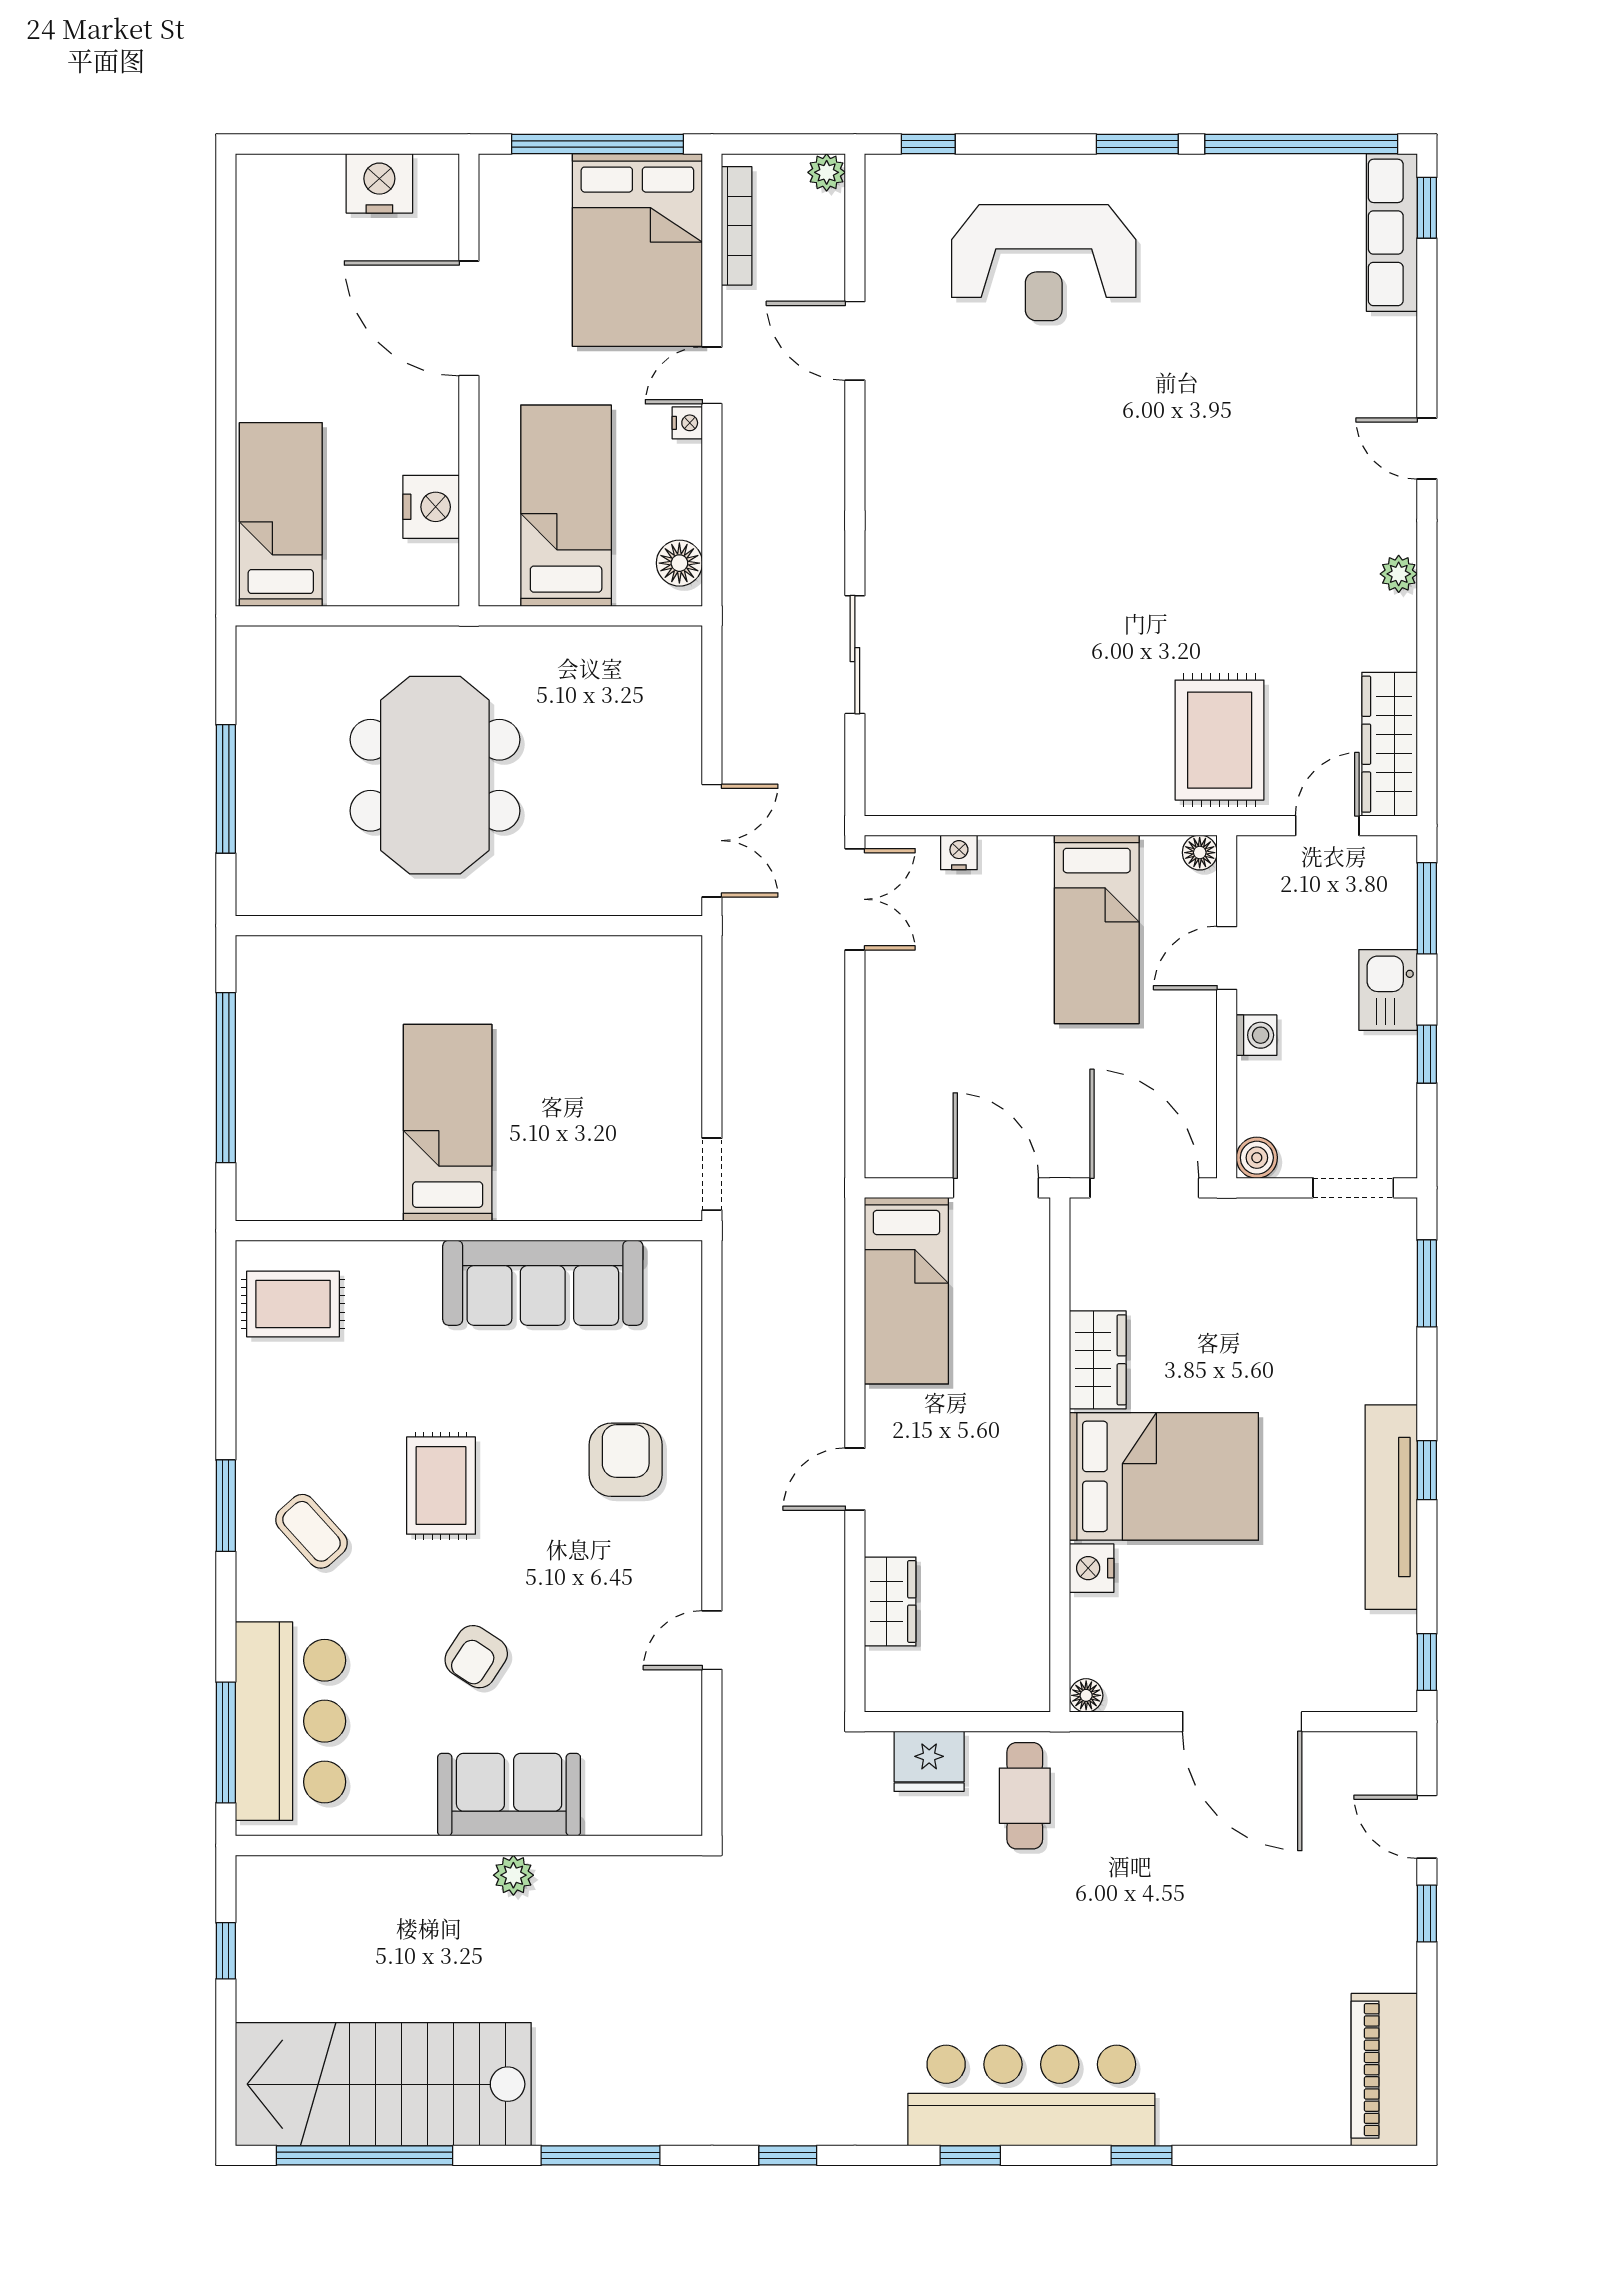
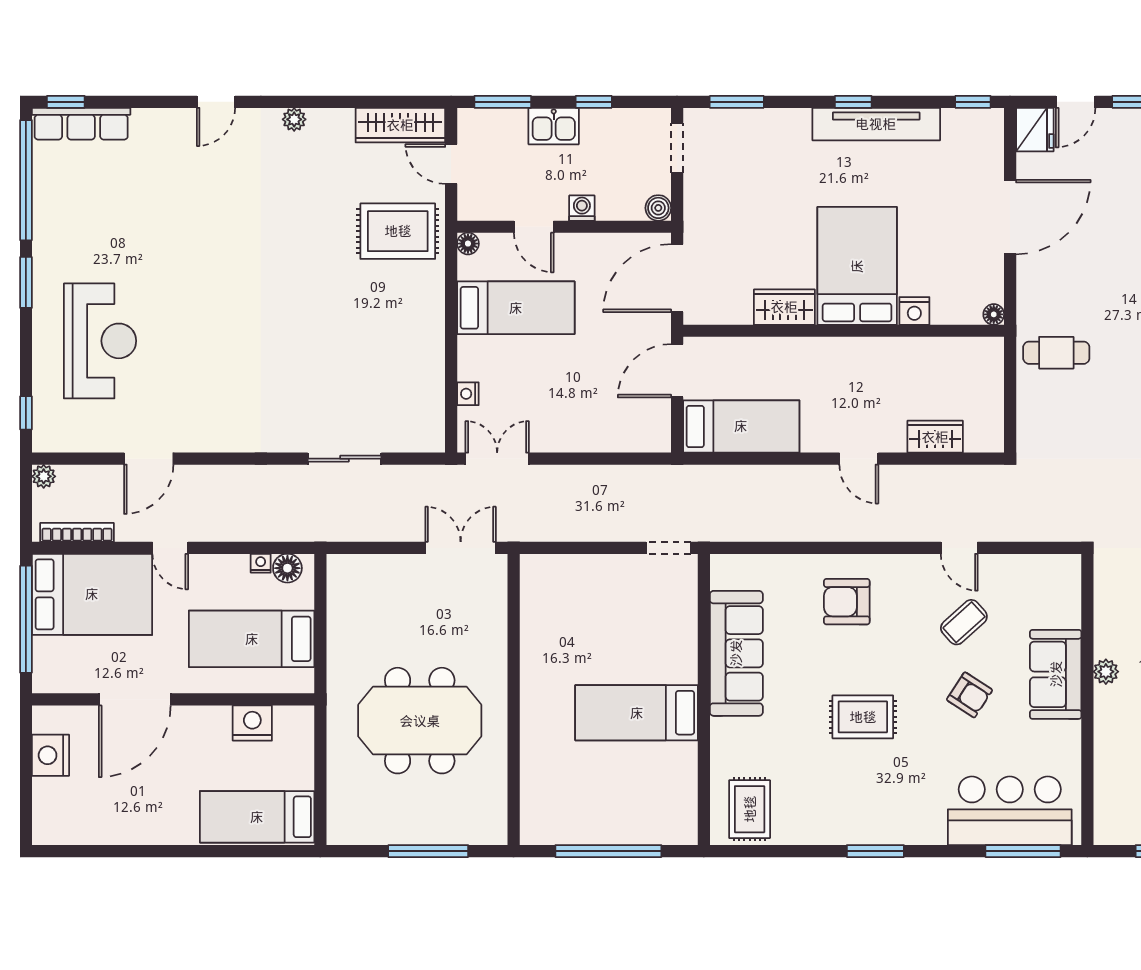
nightstand: (687, 423) -> (261, 563), moved
coffee table: (311, 1531) -> (964, 622), moved
fridge: (929, 1761) -> (1035, 130), moved

